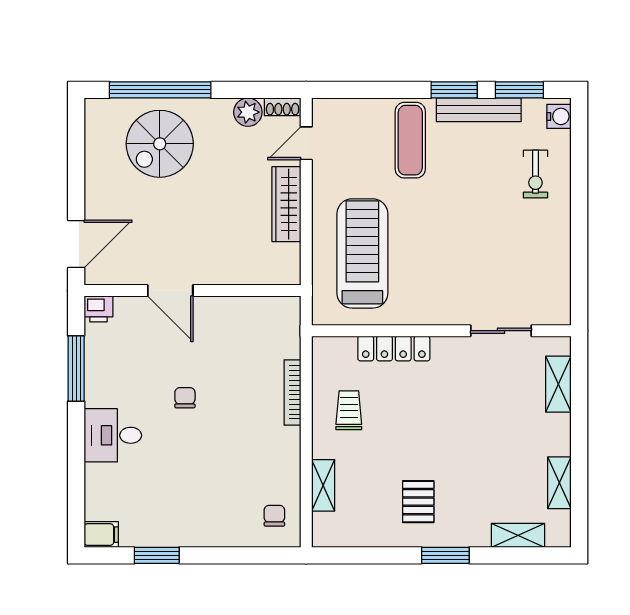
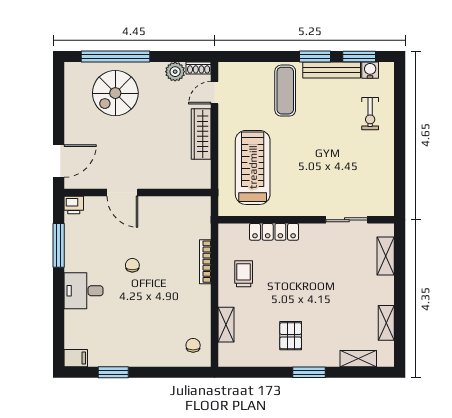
water cooler: (559, 116) -> (370, 70), moved, turned -90

